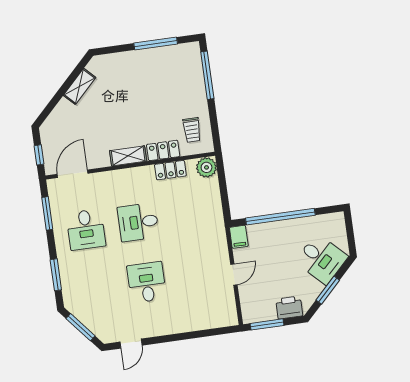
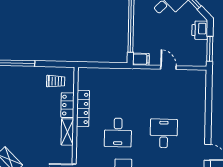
plant: (206, 167) -> (85, 75), removed
locker: (170, 170) -> (83, 108), width x1.53
desk: (147, 282) -> (164, 133), turned 90

